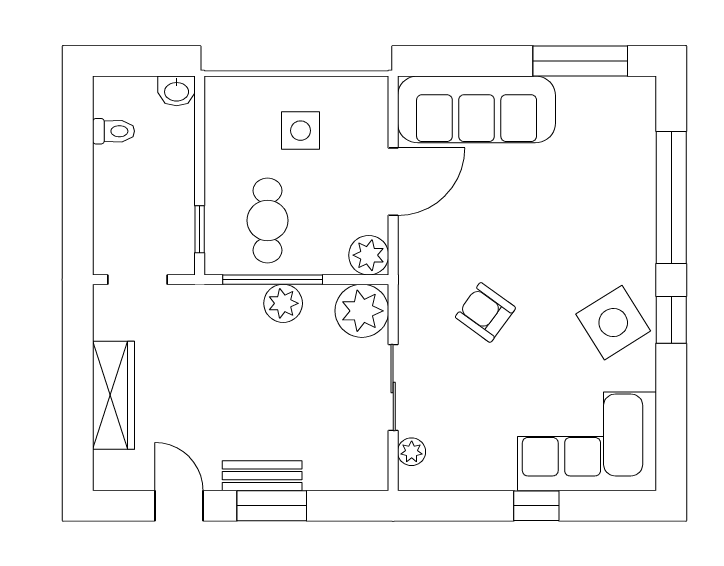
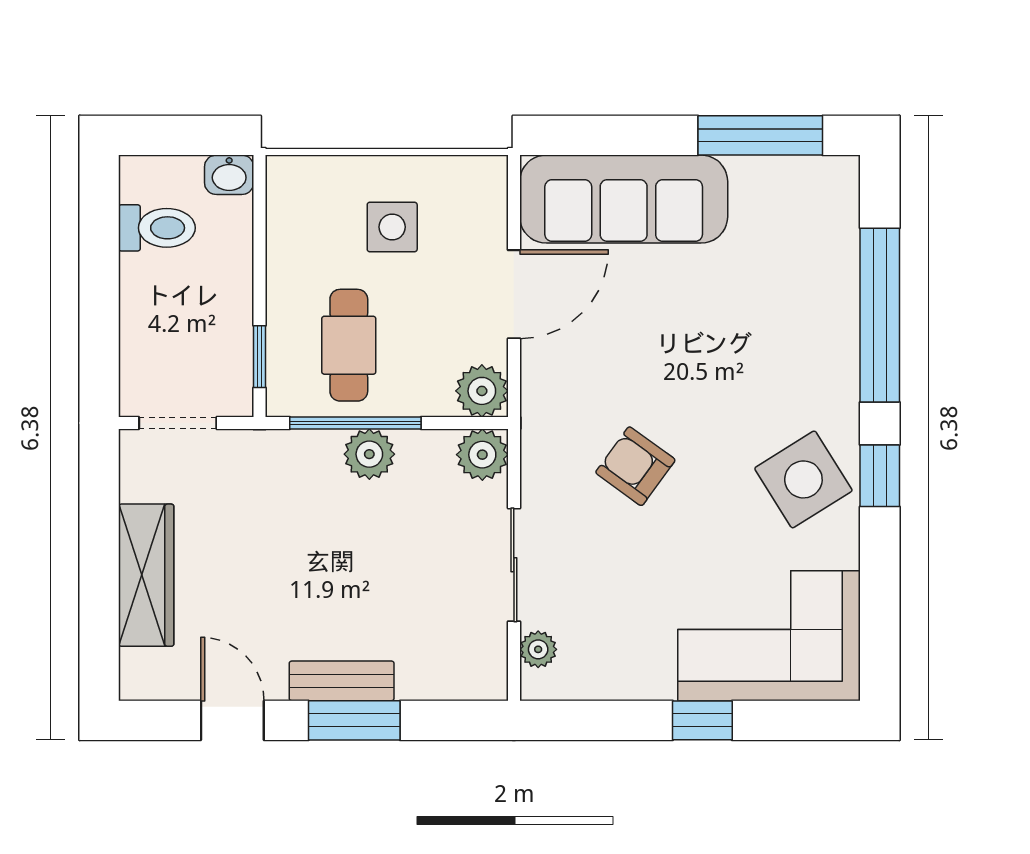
toilet: (114, 131) -> (157, 228), width x1.37, depth x1.39
plant: (362, 311) -> (482, 455), width x0.73, depth x0.73

